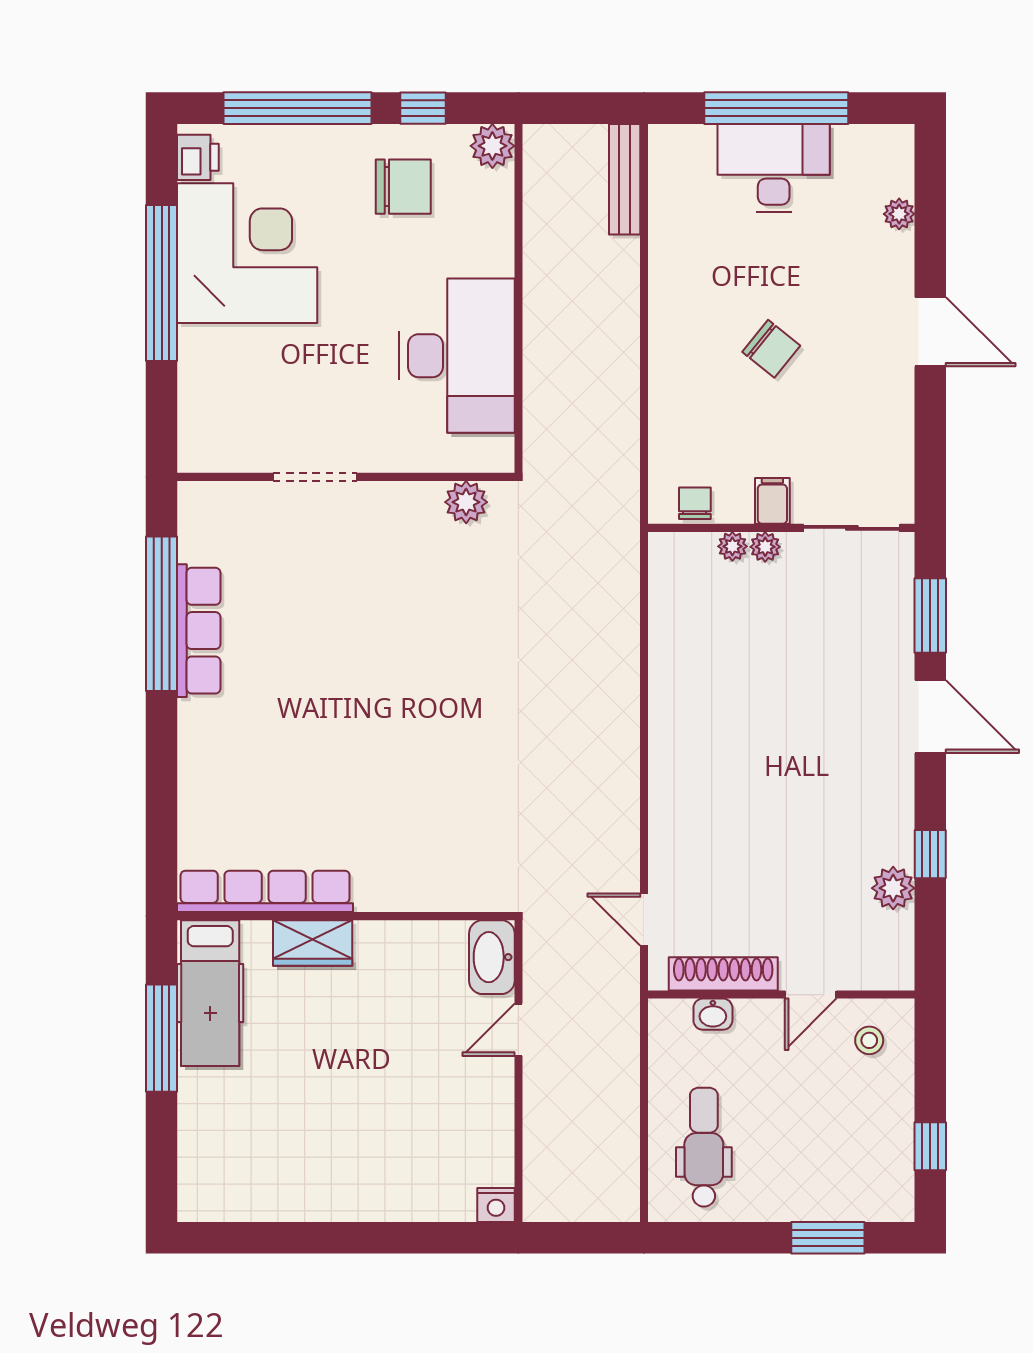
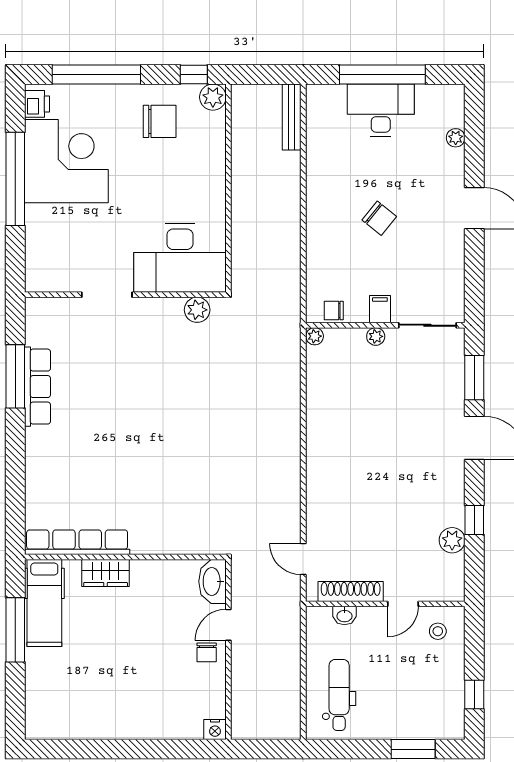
window: (423, 108) -> (194, 75), moved
desk: (457, 356) -> (180, 258), moved, turned 90
chair: (695, 503) -> (334, 310), turned -90
plant: (732, 546) -> (315, 336), moved
window: (162, 614) -> (15, 376), width x0.68
chair: (482, 1076) -> (207, 652), added

